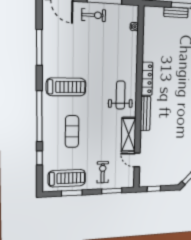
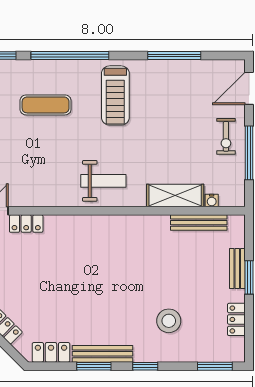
locker: (147, 79) -> (26, 224), moved, width x0.66
bench: (145, 113) -> (199, 223), moved
shelving: (129, 135) -> (175, 196), moved

